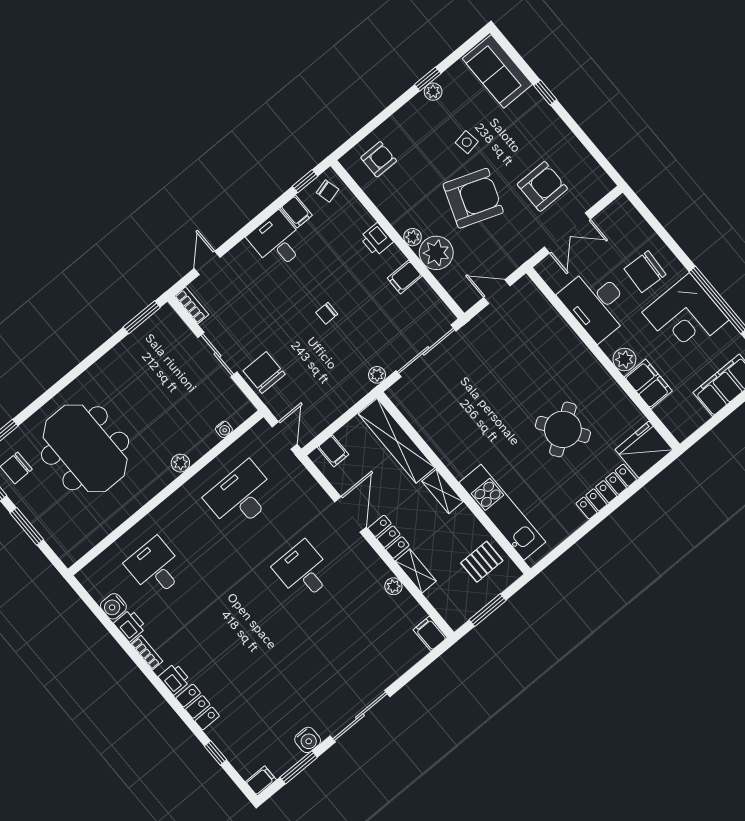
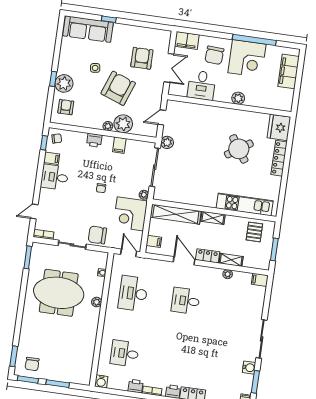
sofa: (497, 71) -> (88, 29), width x1.36
window: (428, 79) -> (53, 79), moved
plant: (433, 92) -> (64, 83), moved, width x1.88, depth x1.88
door: (207, 263) -> (34, 211), hinge flipped
desk: (596, 303) -> (202, 85), width x0.73
plant: (473, 332) -> (167, 142), added
corner desk: (335, 384) -> (130, 214), added
filing cabinet: (648, 384) -> (187, 40), moved, turned 180
meeting table: (85, 448) -> (59, 293), moved
water cooler: (113, 606) -> (101, 381), moved

